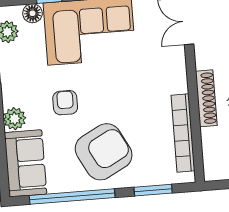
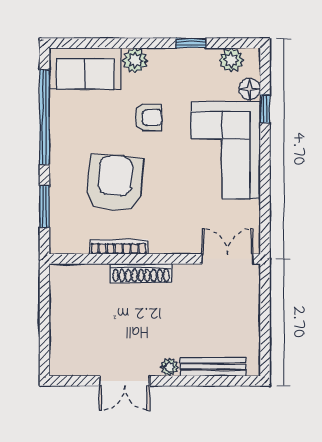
bookcase: (183, 133) -> (119, 247), width x0.68, depth x0.76
armchair: (104, 152) -> (115, 183), moved, turned -147

